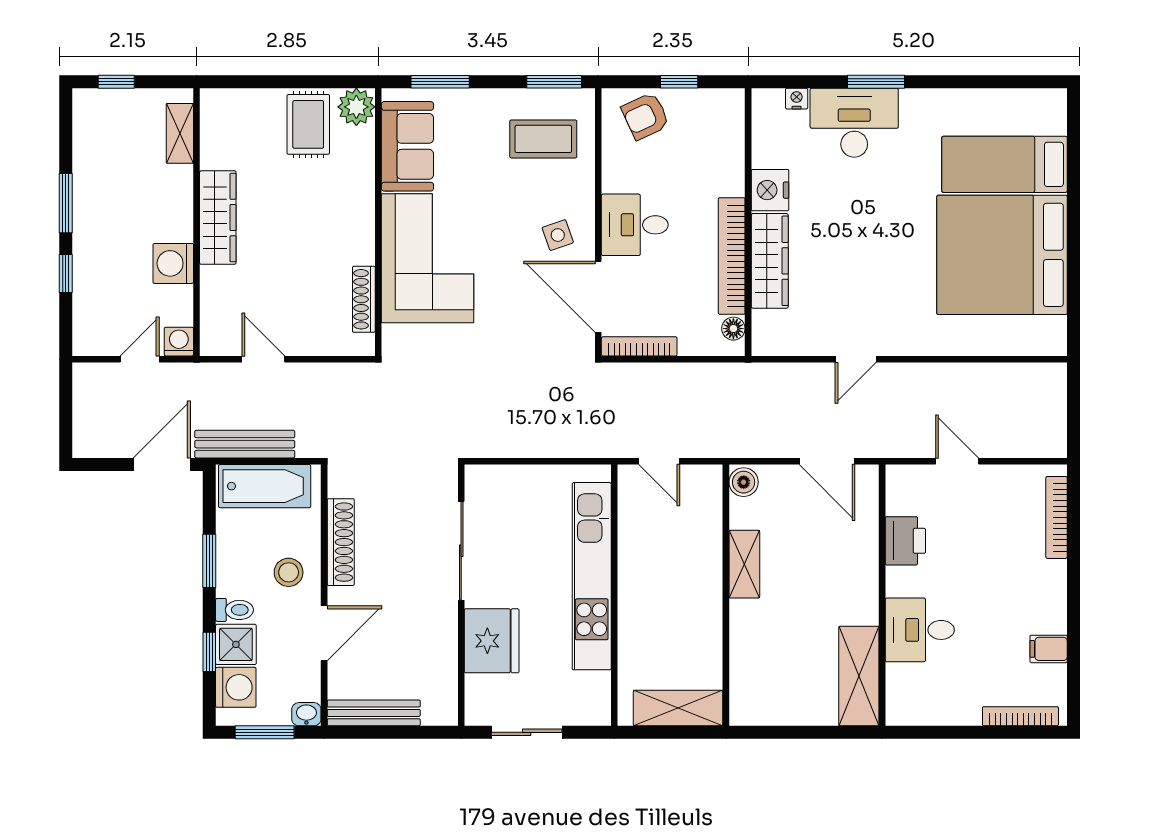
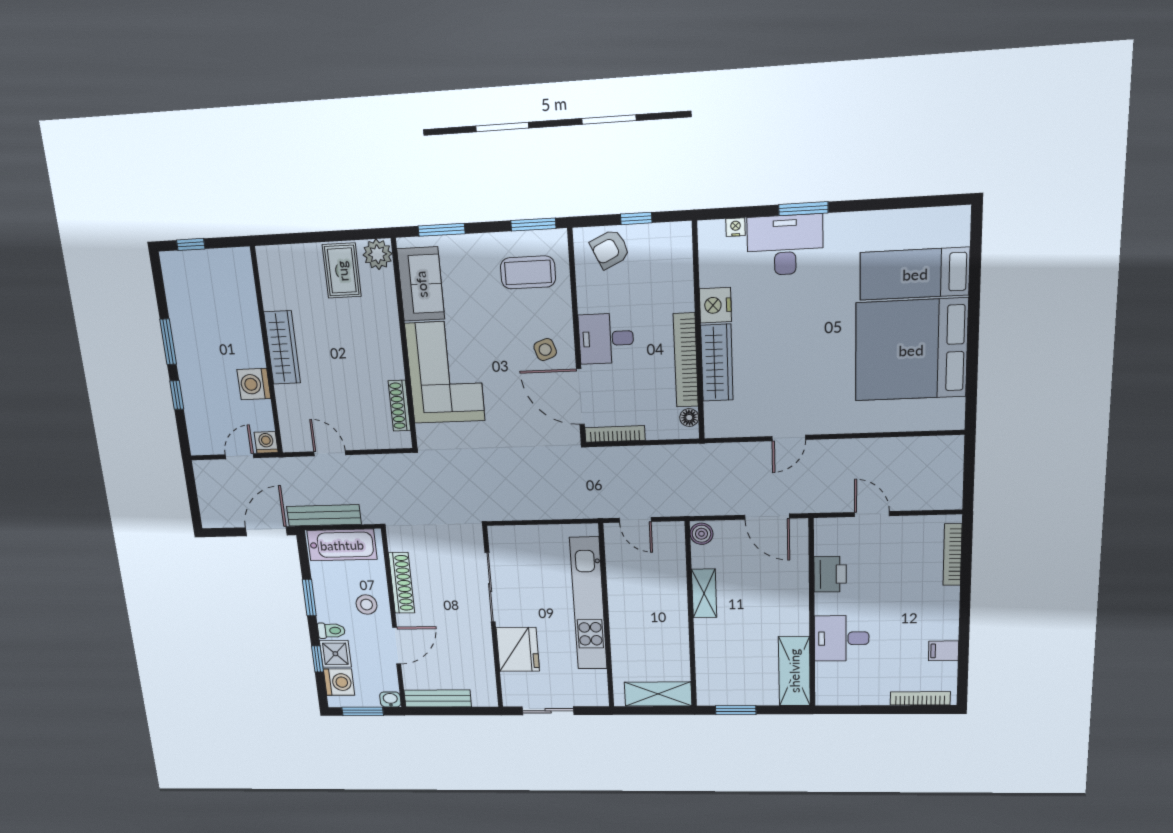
shelving: (180, 133) -> (245, 283), removed
window: (781, 732) -> (736, 710), added

